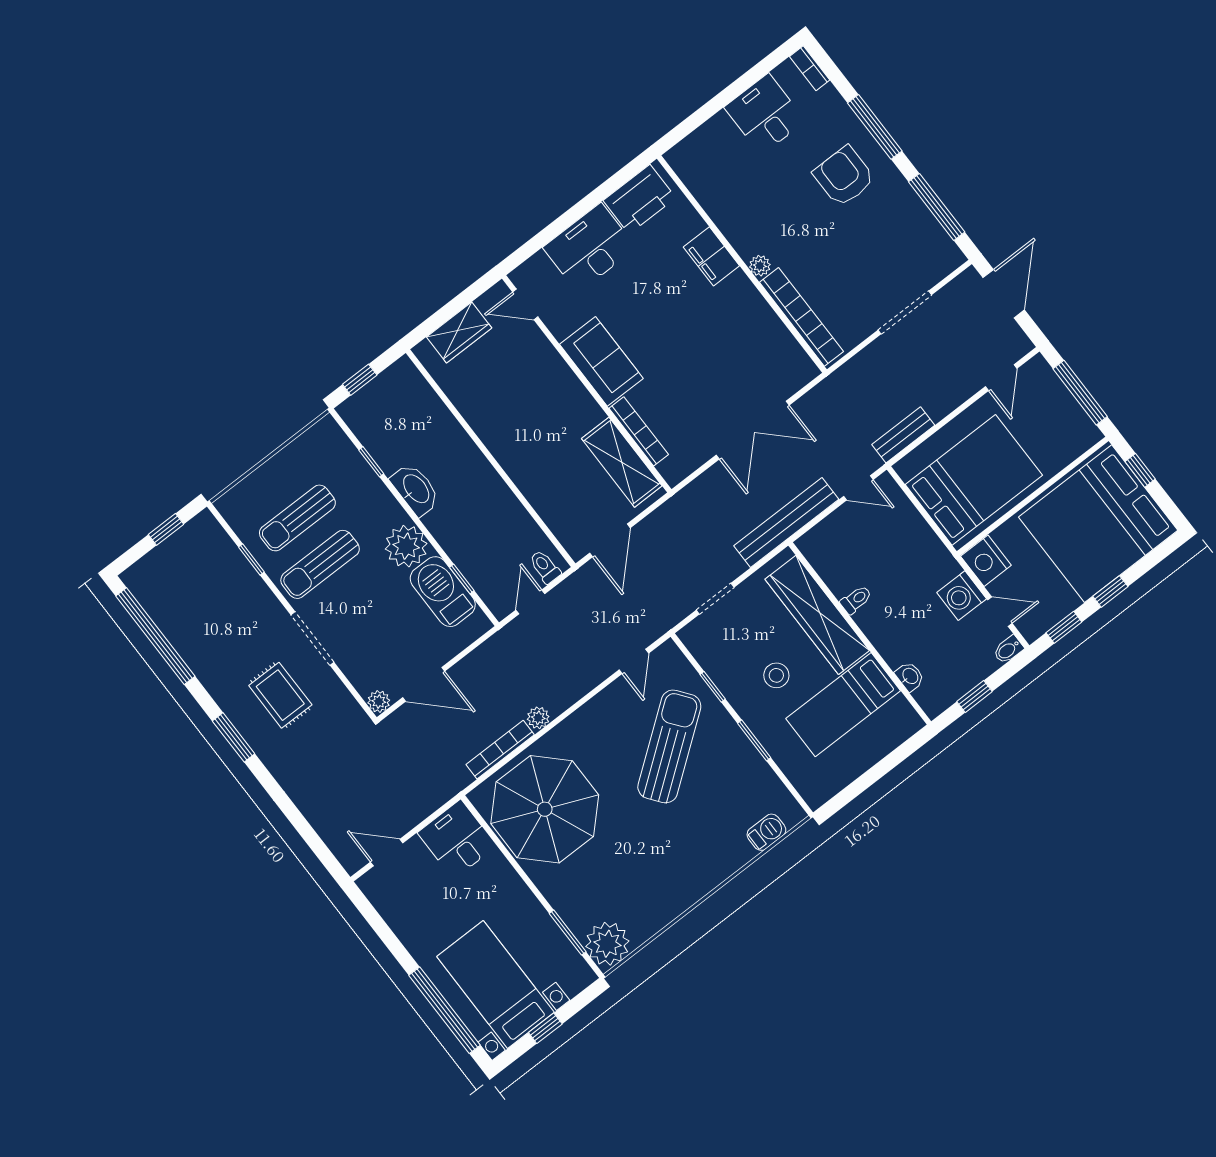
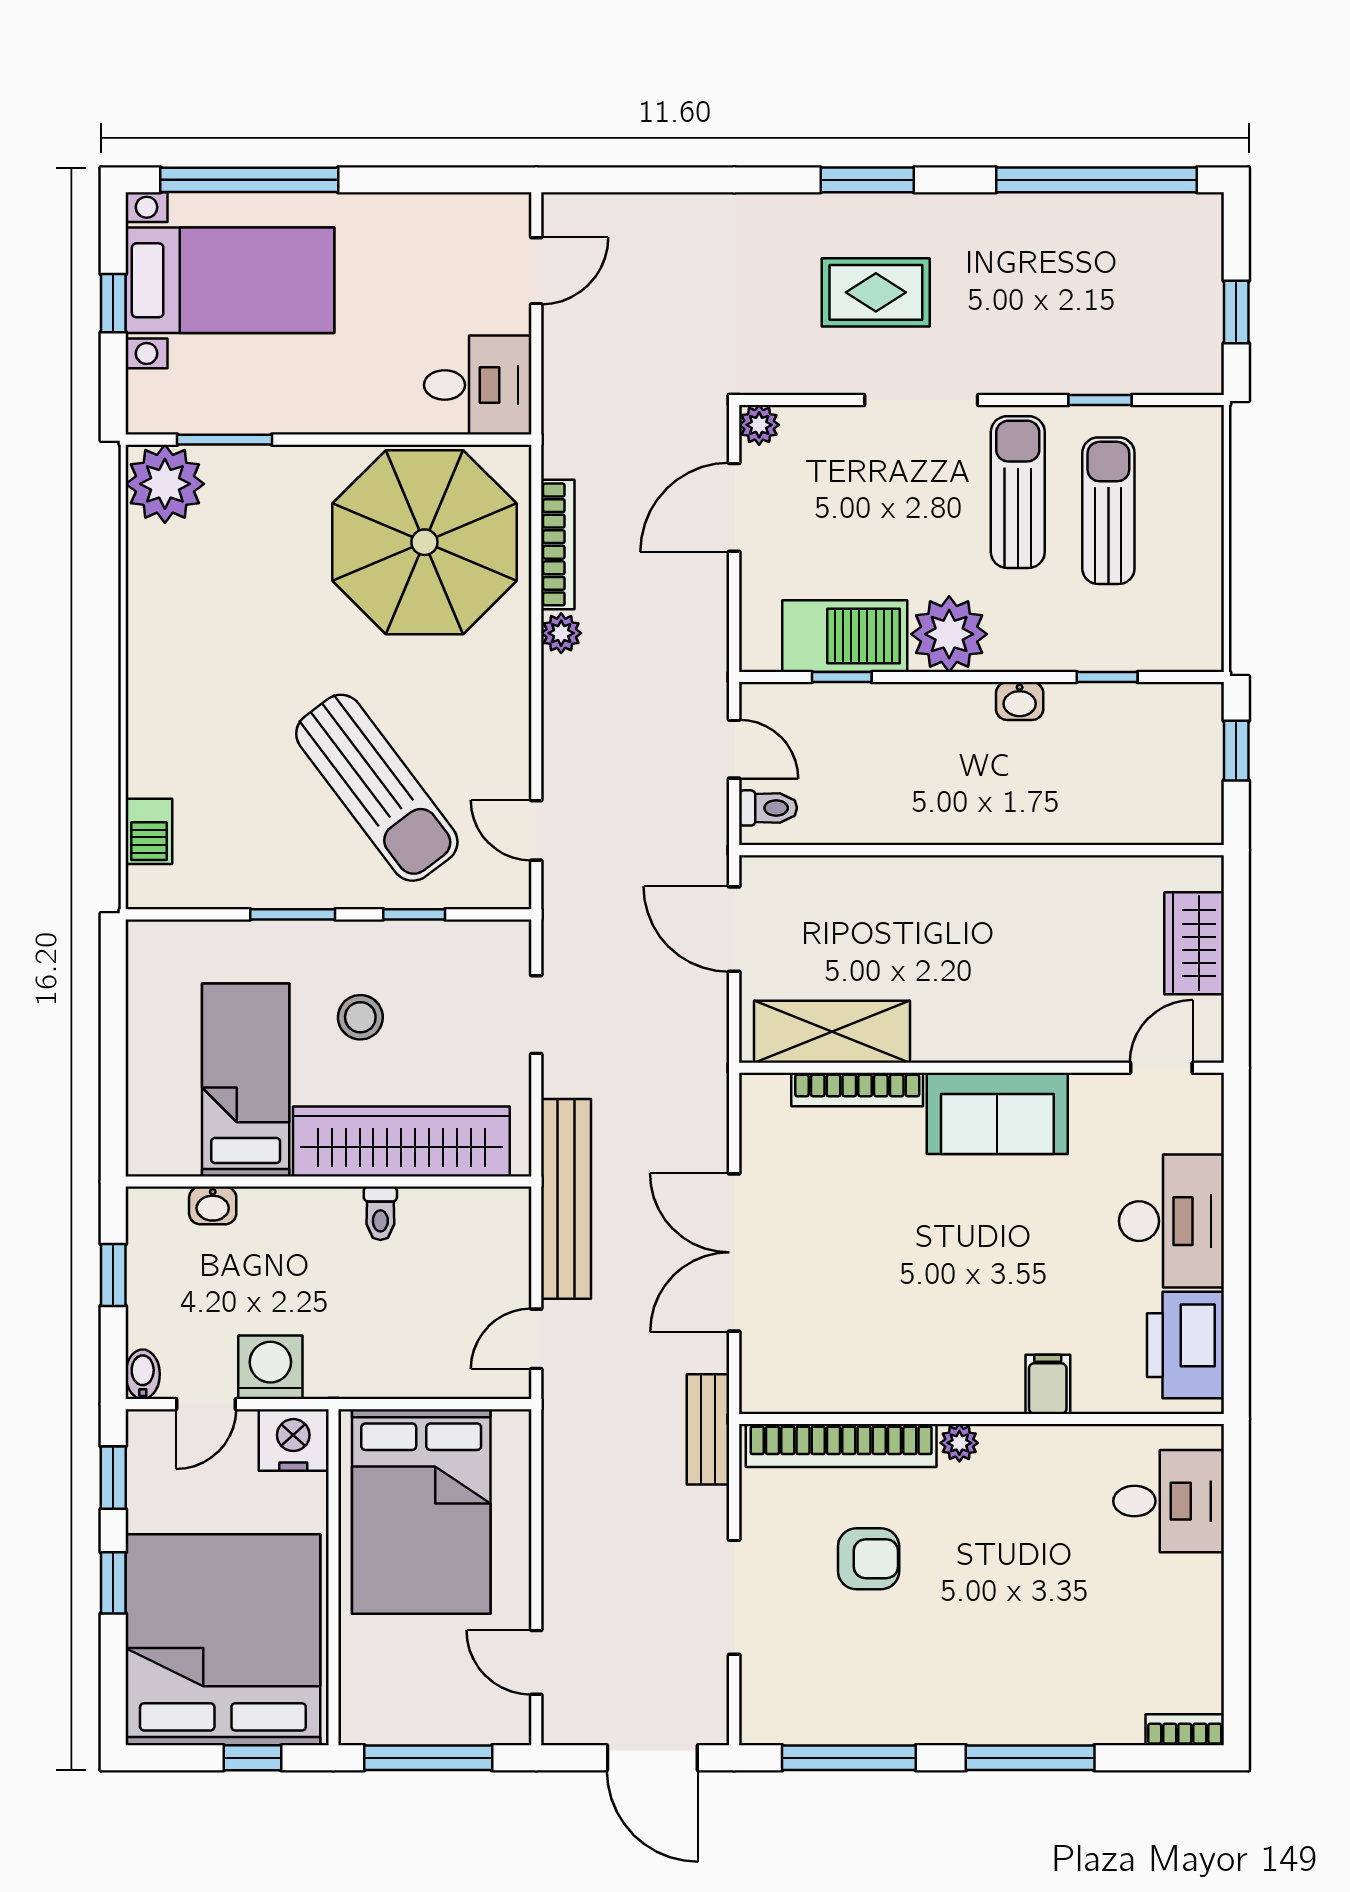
desk: (765, 114) -> (1169, 1501), moved
armchair: (844, 176) -> (869, 1559), moved, width x0.72, depth x0.72
filing cabinet: (711, 256) -> (1048, 1384), width x0.50
bench: (903, 435) -> (708, 1429), moved
washbasin: (415, 489) -> (1020, 701), width x0.52, depth x0.69

